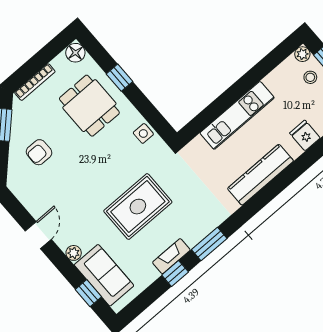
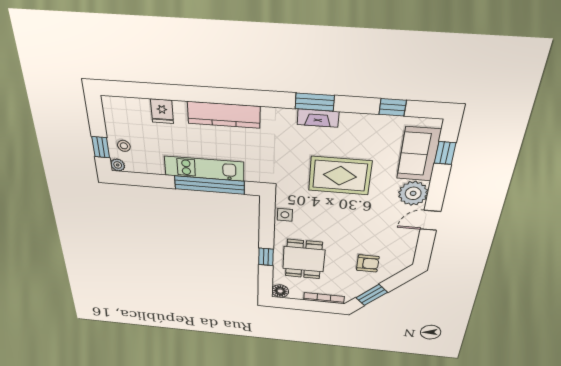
window: (221, 104) -> (209, 185), added
plant: (74, 253) -> (413, 193), width x1.88, depth x1.88
fireplace: (171, 256) -> (318, 118), moved
window: (175, 273) -> (393, 107), moved

